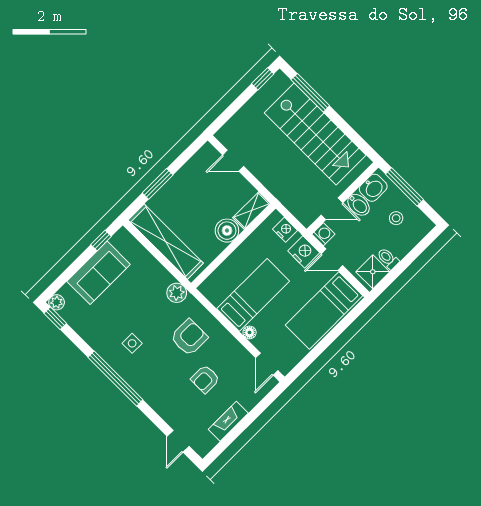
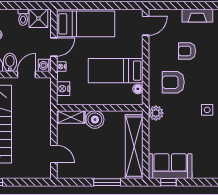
door: (332, 209) -> (26, 75), hinge flipped
nightstand: (304, 252) -> (61, 67), width x0.53, depth x0.56
door: (332, 260) -> (54, 47), hinge flipped
sofa: (99, 273) -> (170, 166), moved
floor lamp: (250, 332) -> (138, 89), moved
armchair: (205, 379) -> (187, 51), turned 180

